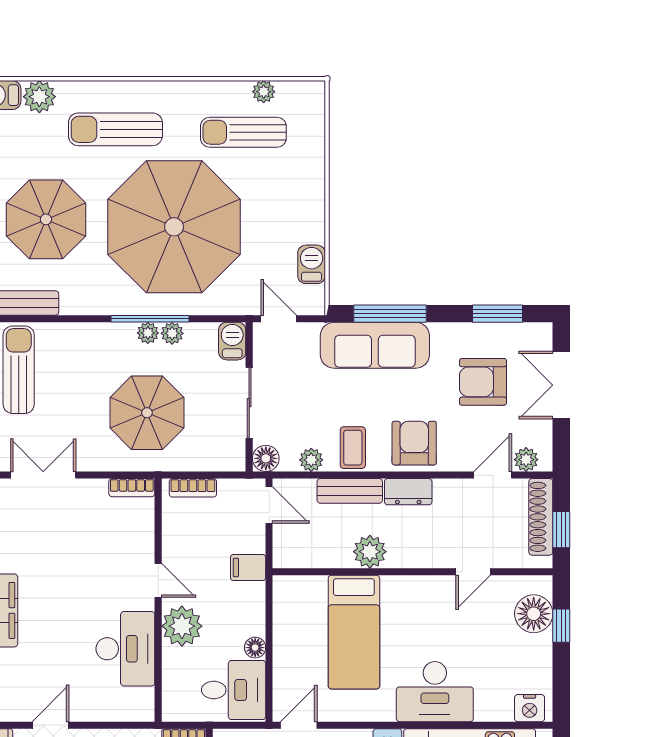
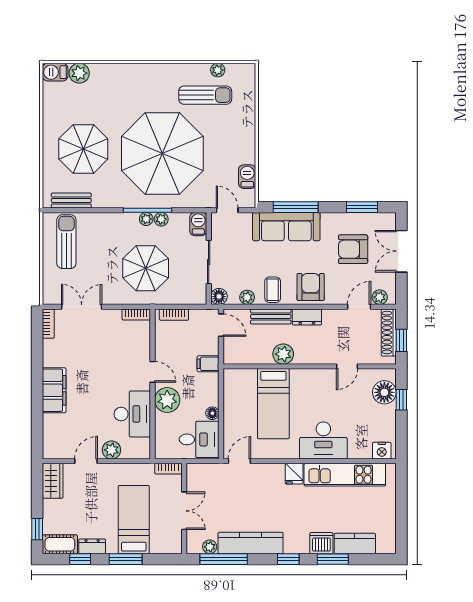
sun lounger: (115, 129) -> (126, 93), removed
sun lounger: (243, 132) -> (205, 95), turned 180
plant: (92, 707) -> (111, 450), added

